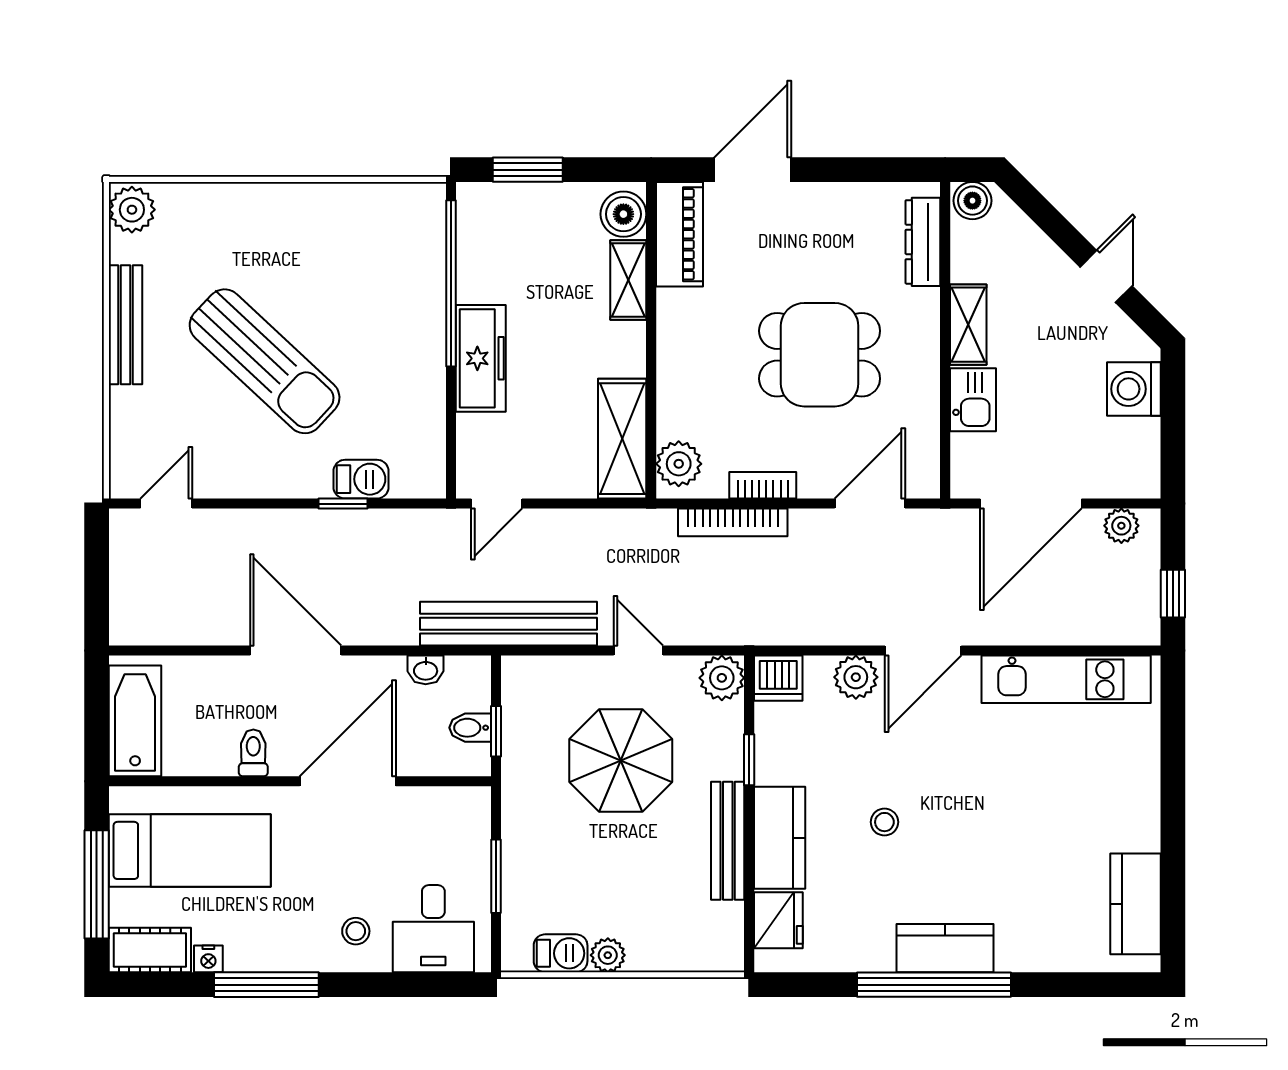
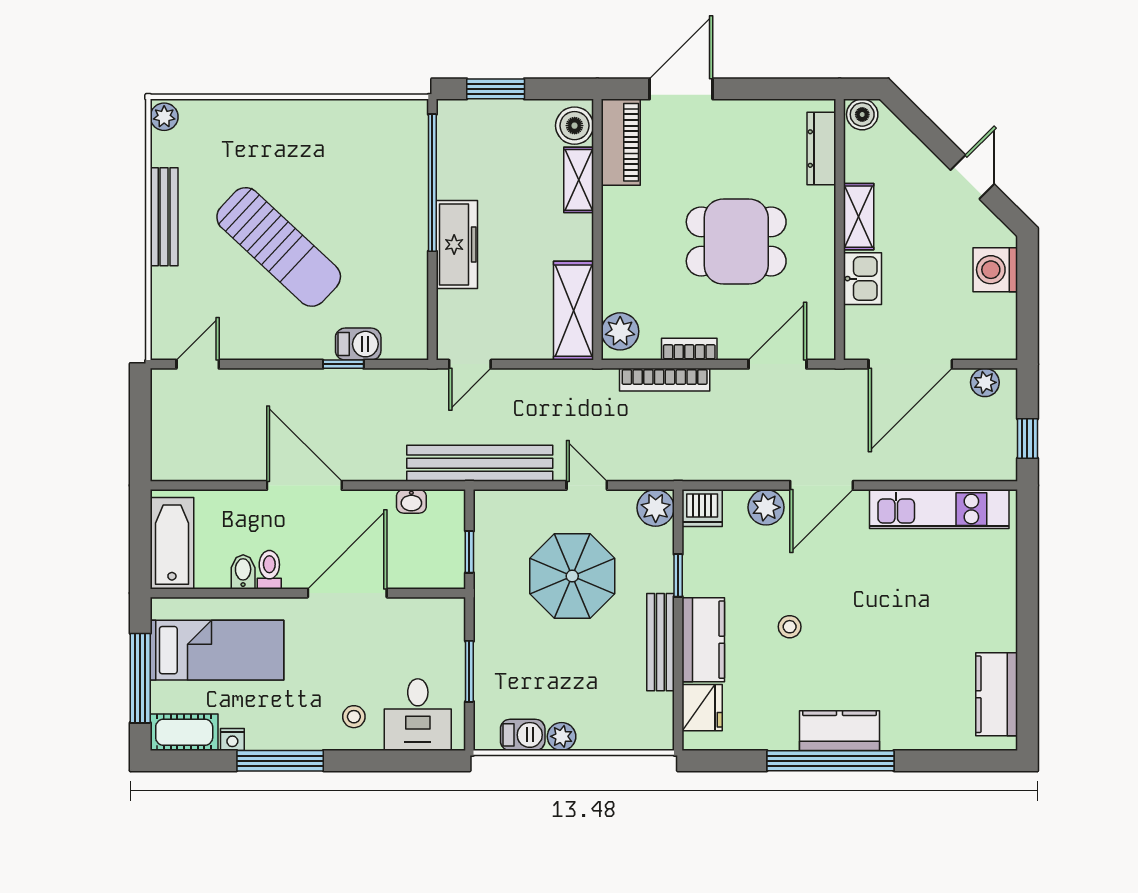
plant: (132, 210) -> (164, 117), width x0.73, depth x0.73
bidet: (470, 728) -> (243, 572), moved, turned 90

